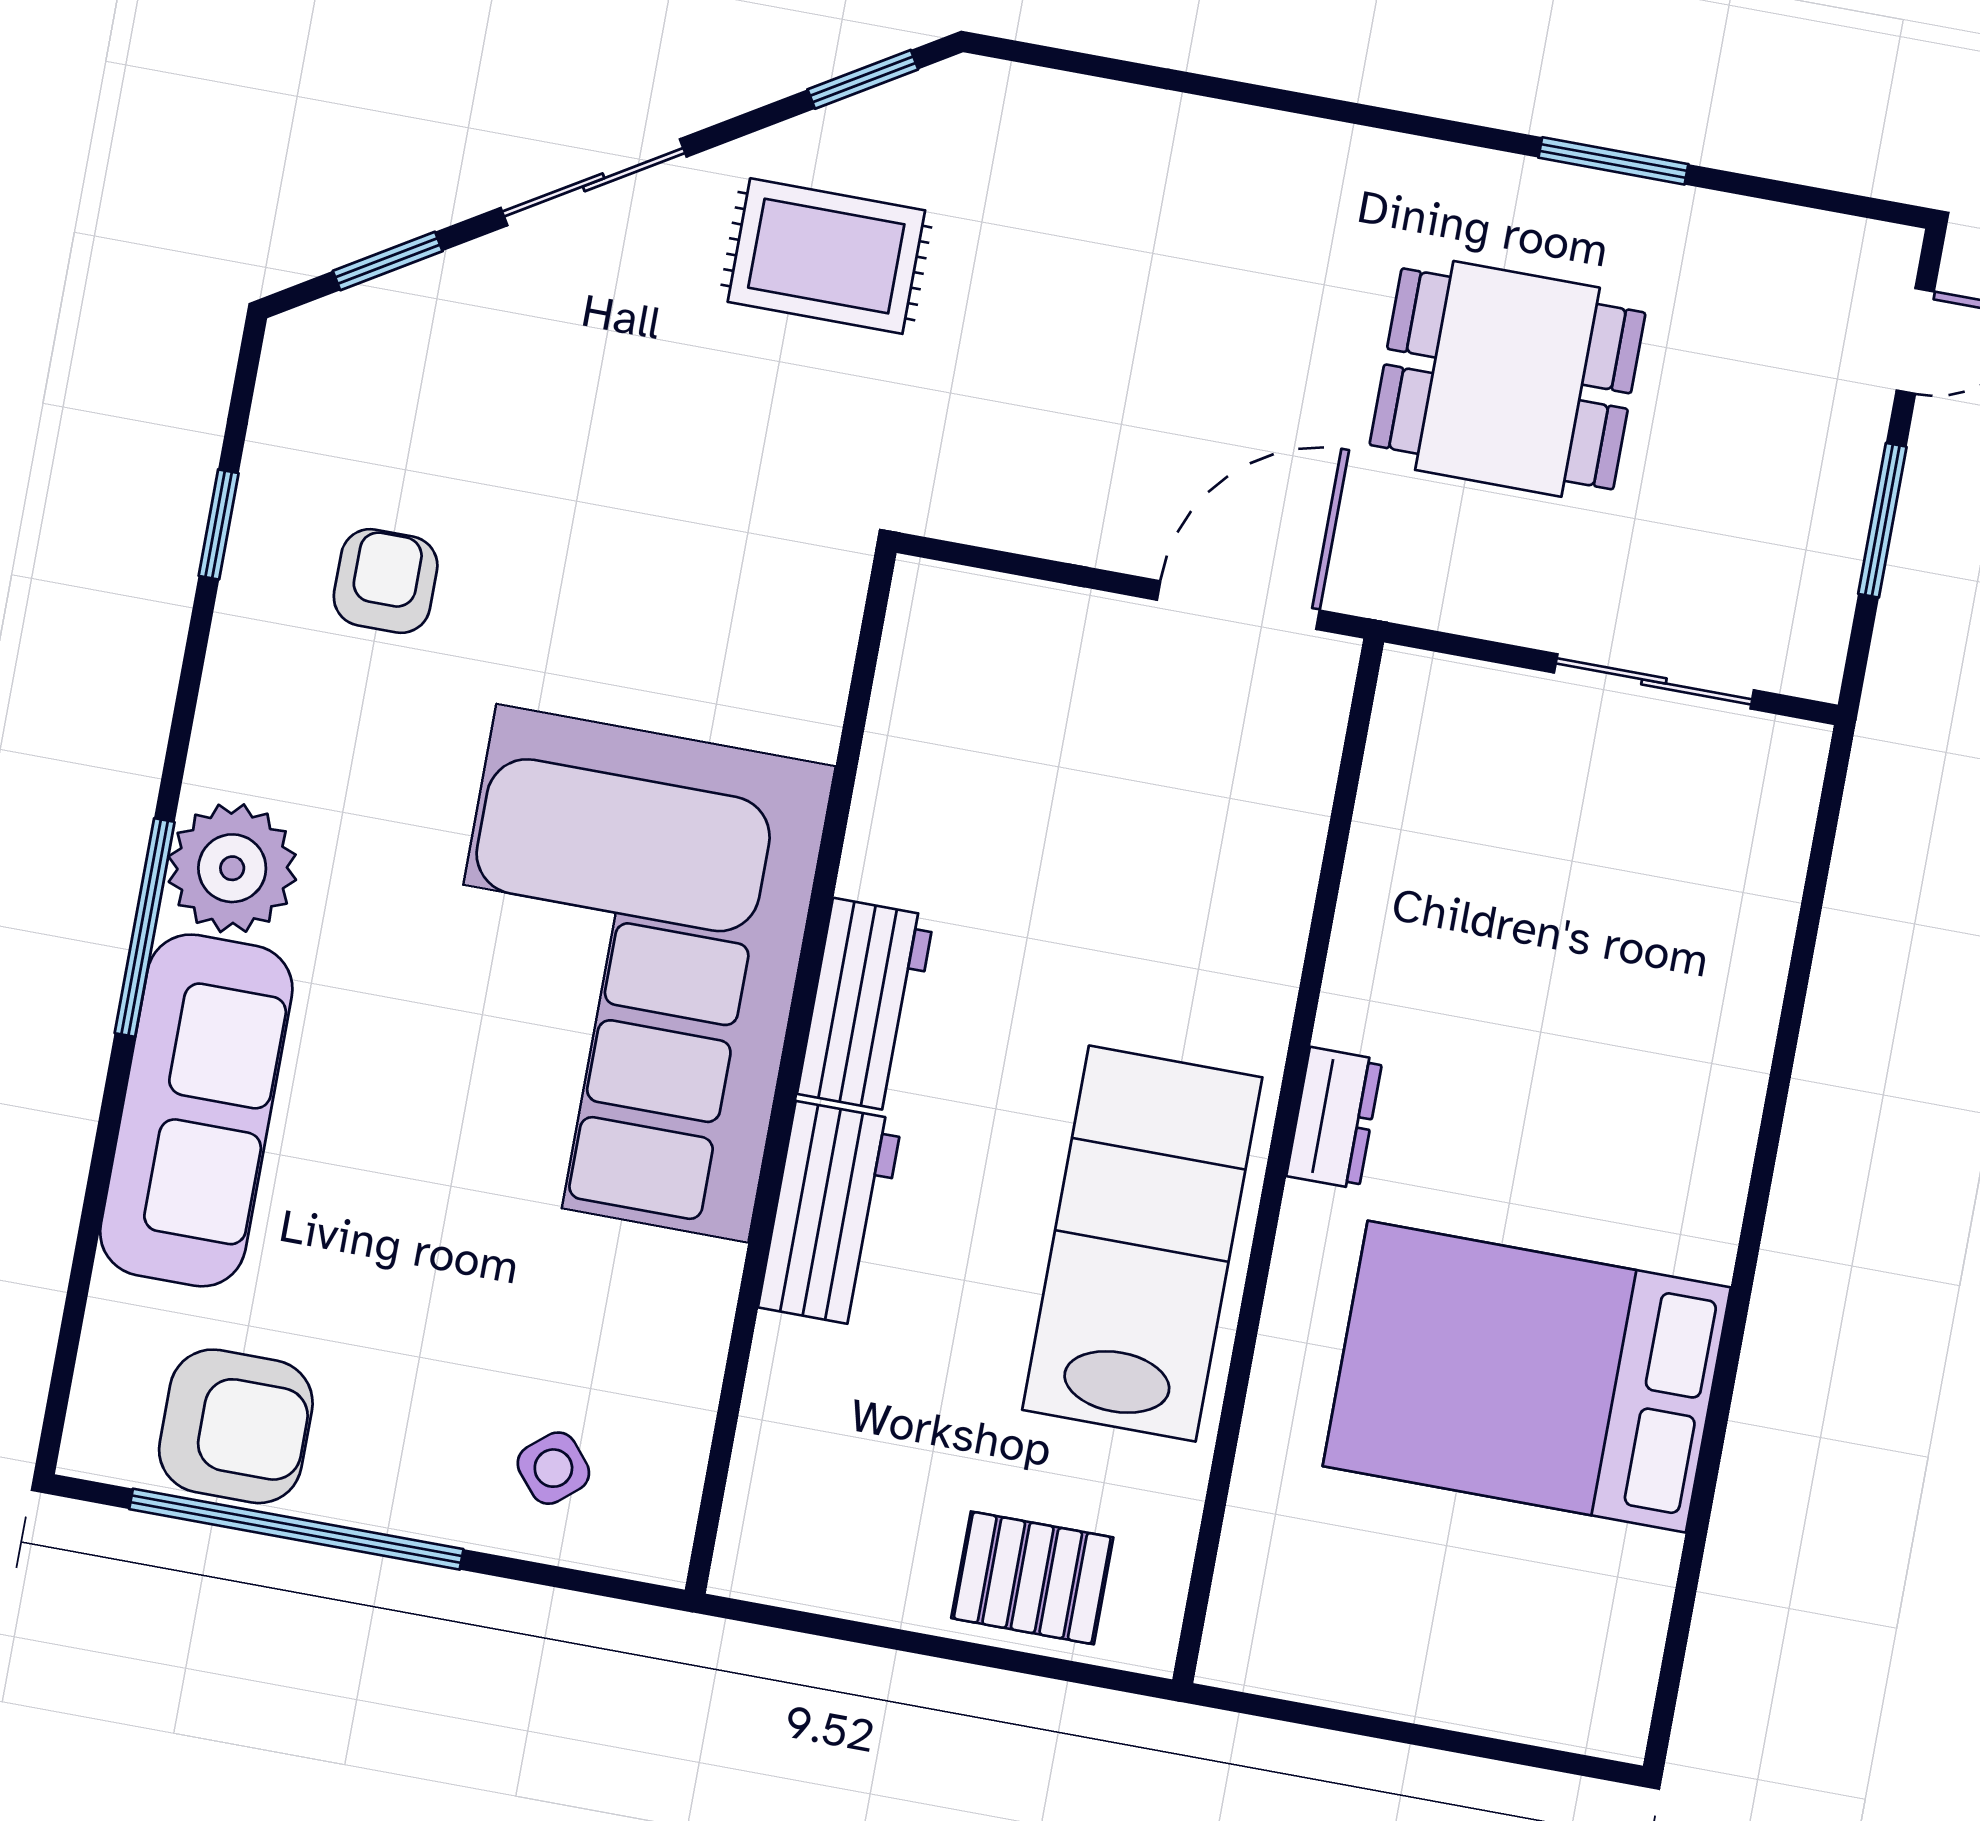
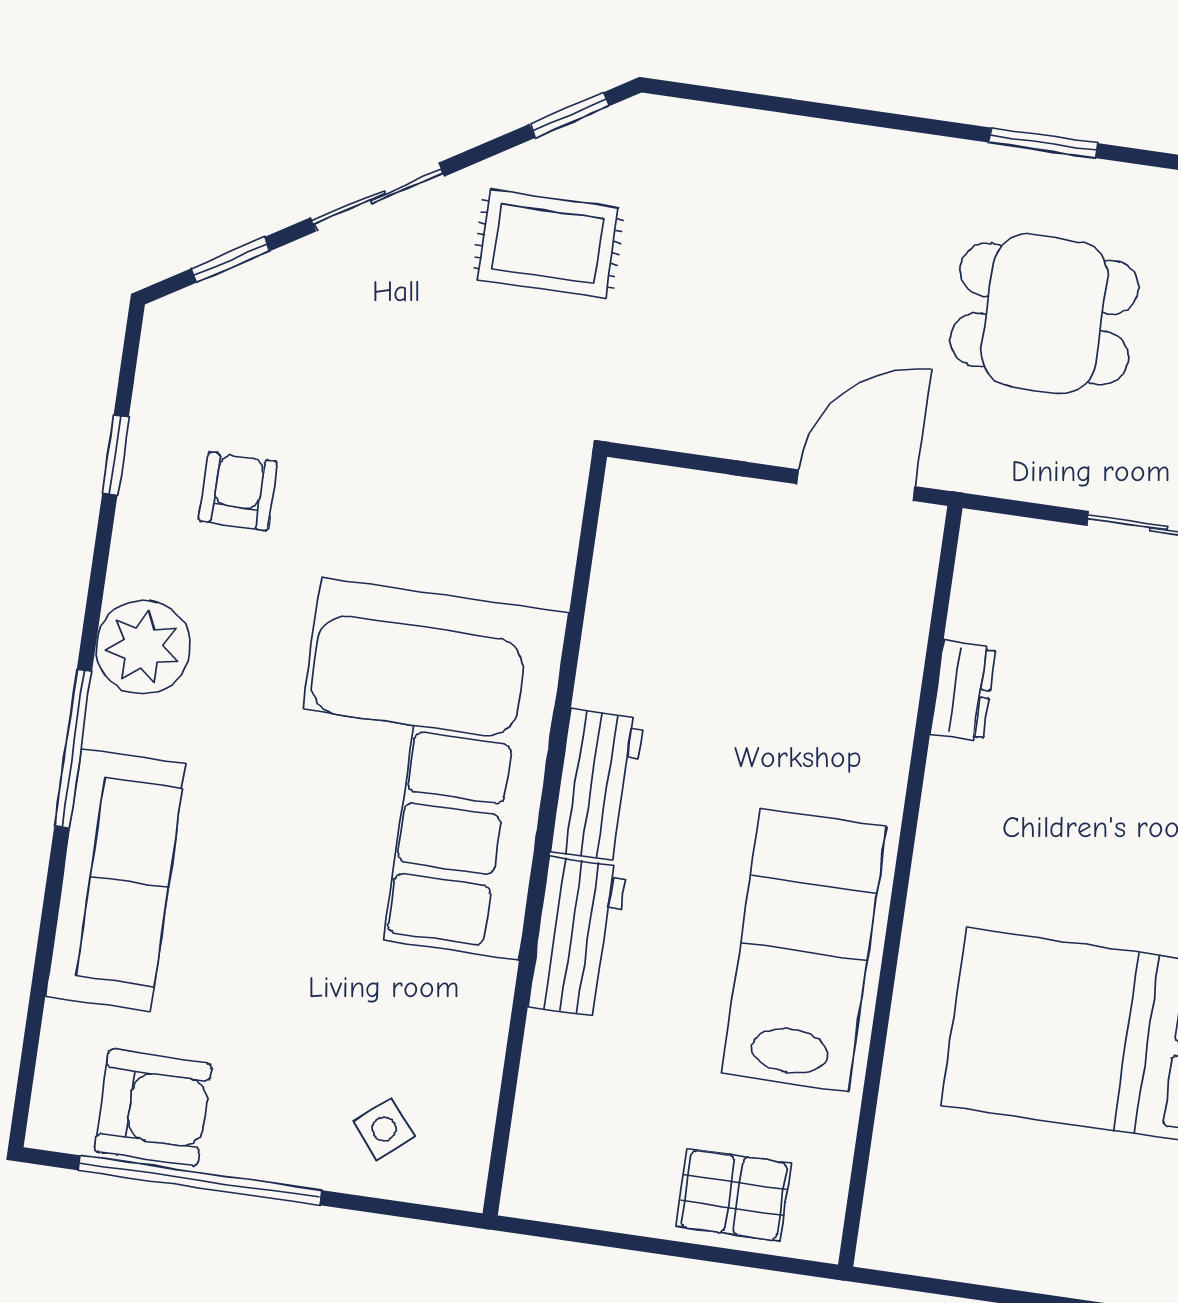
window: (1613, 161) -> (1043, 143), moved
plant: (232, 868) -> (143, 647), moved
dresser: (1334, 1118) -> (963, 691), moved

